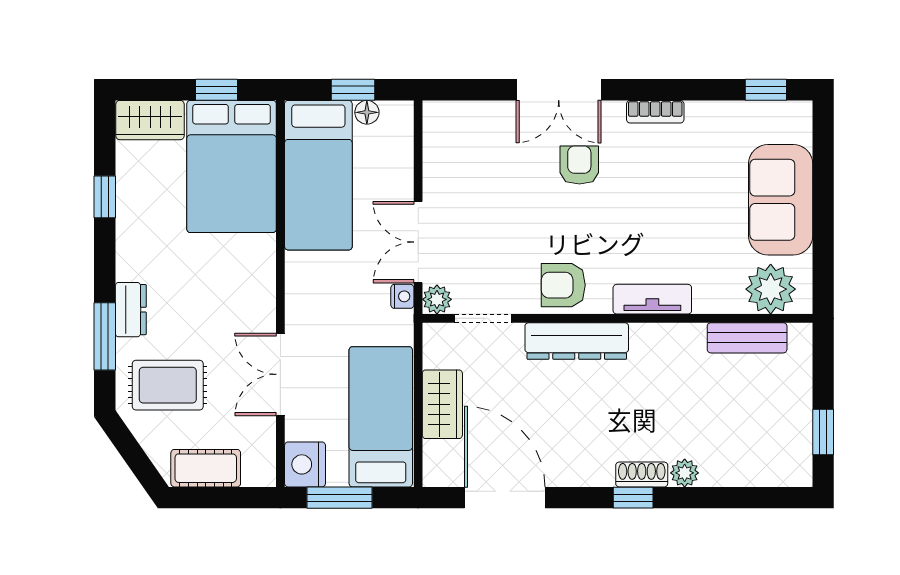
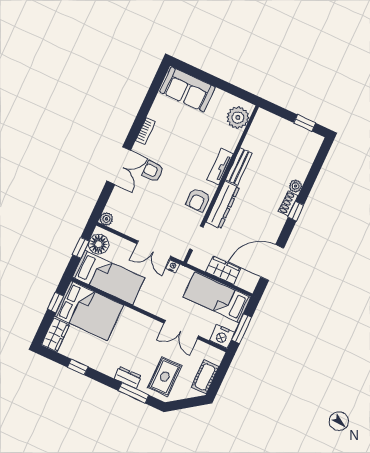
window: (766, 90) -> (157, 83), removed
floor lamp: (367, 112) -> (99, 244), width x1.89, depth x1.89
sofa: (781, 200) -> (187, 89), moved
plant: (437, 299) -> (106, 219), moved
bench: (747, 338) -> (239, 166), moved

